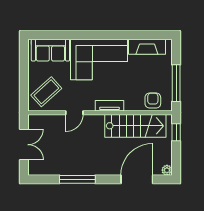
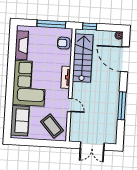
double door: (24, 145) -> (92, 146), swing flipped

